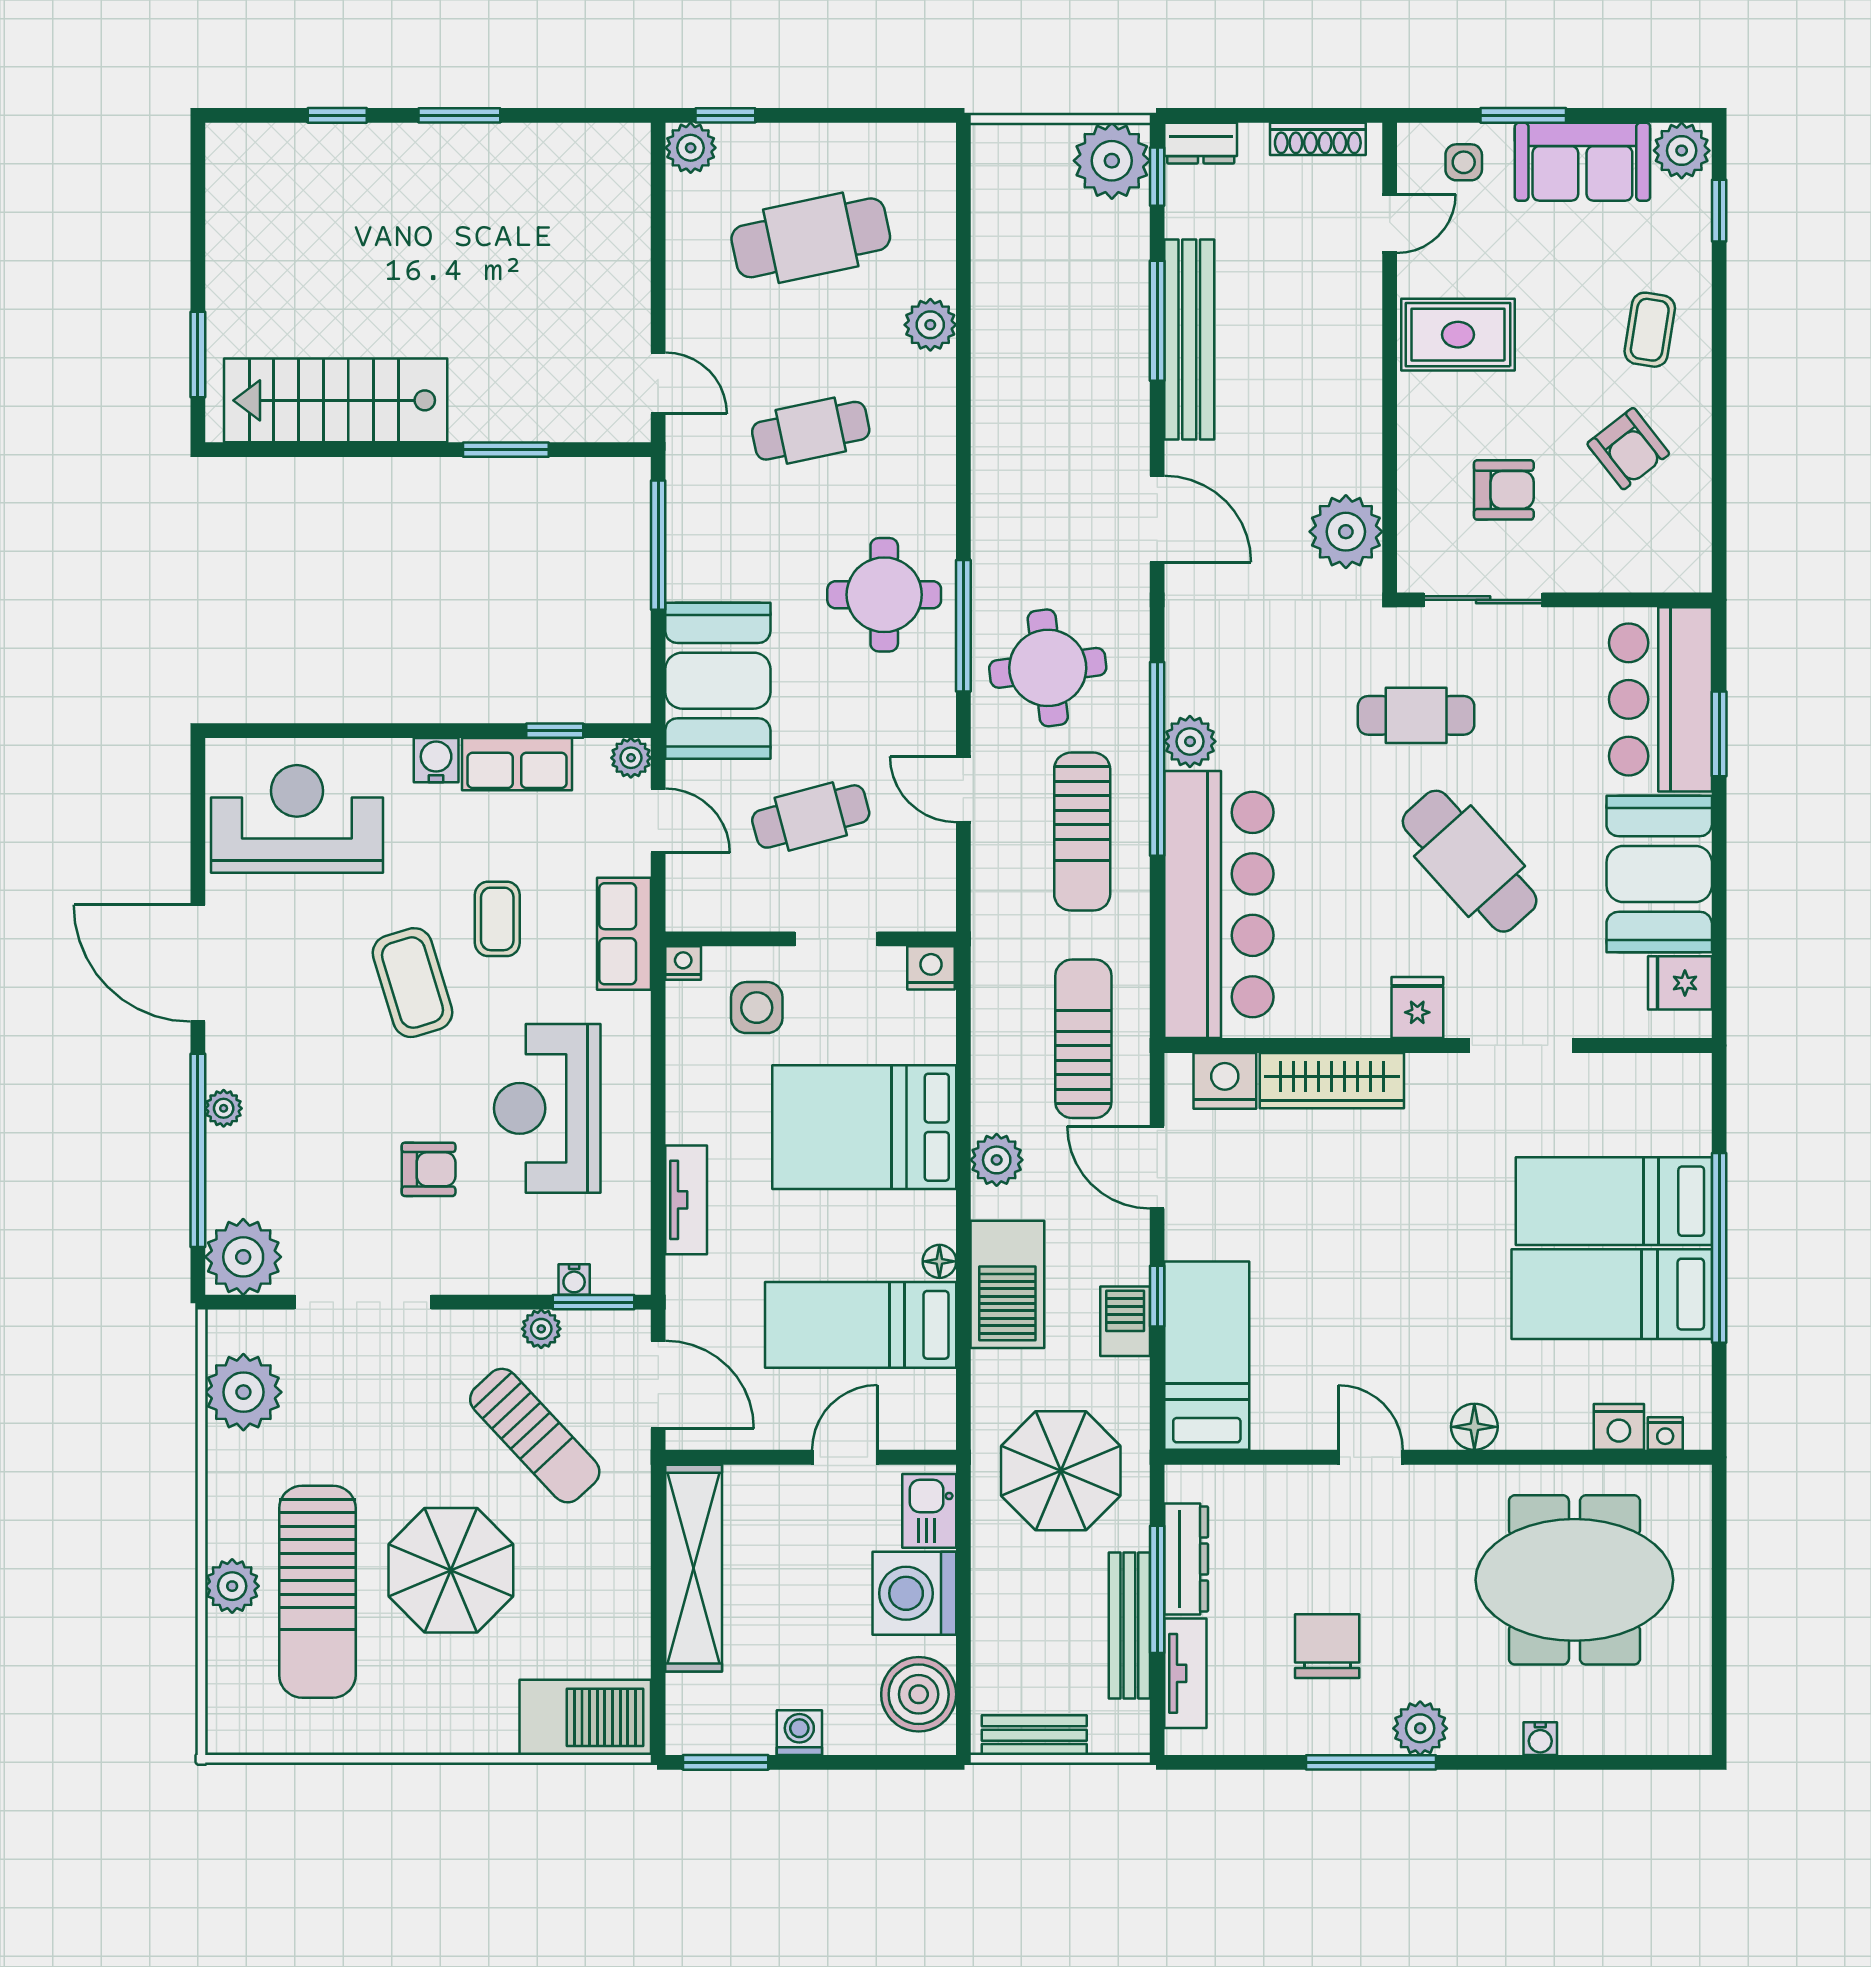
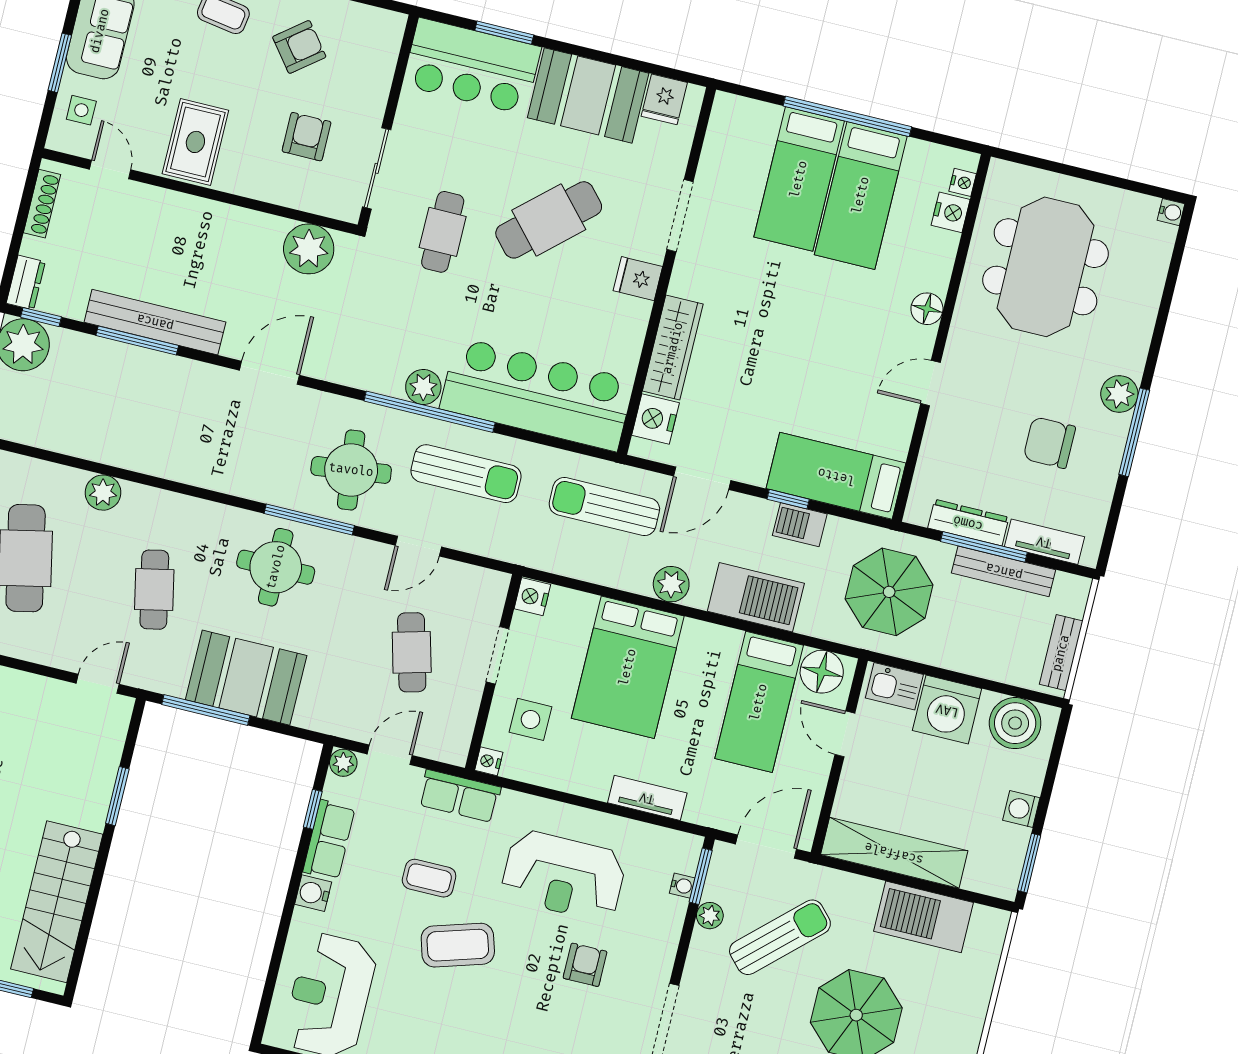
booth: (718, 681) -> (246, 678), moved
floor lamp: (939, 1261) -> (822, 672), moved, width x1.89, depth x1.89
barbecue: (585, 1717) -> (924, 917), moved, turned -90
water cooler: (1540, 1739) -> (1171, 212), moved

